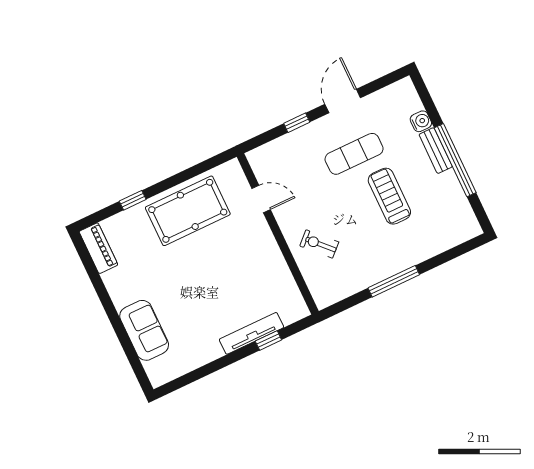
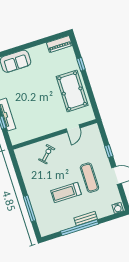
water cooler: (421, 121) -> (118, 208), moved
treadmill: (389, 196) -> (66, 192), turned 180
window: (394, 281) -> (30, 208), moved

